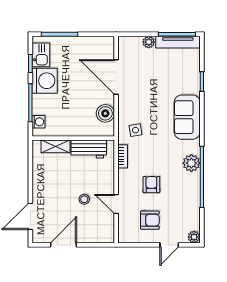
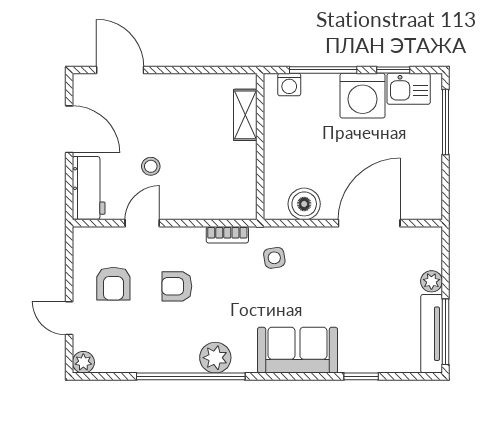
workbench: (89, 149) -> (89, 188), moved, turned 180
armchair: (151, 185) -> (177, 286), turned 180

